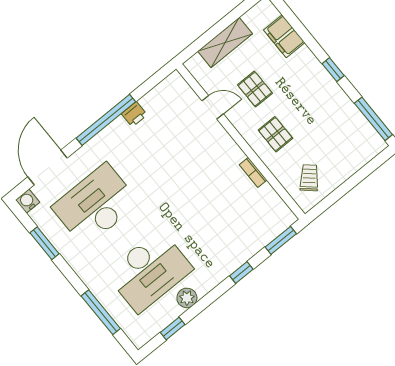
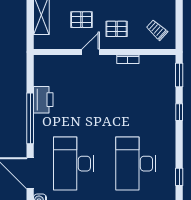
door: (213, 107) -> (91, 52), moved
printer: (134, 114) -> (43, 100), width x1.87, depth x1.48
desk: (149, 271) -> (136, 164), turned 180
plant: (187, 298) -> (168, 155), removed

